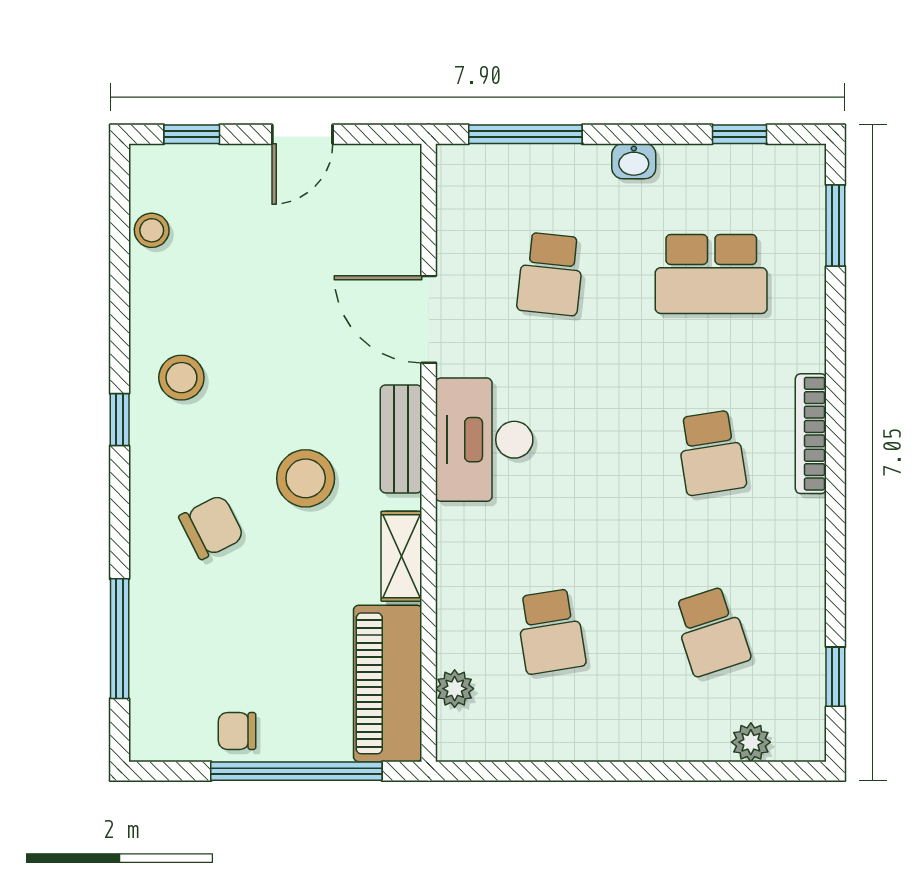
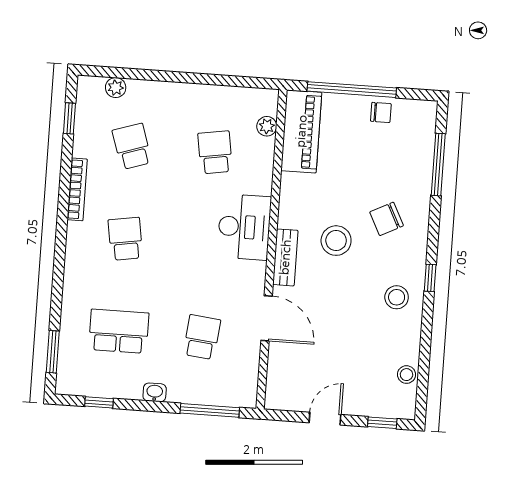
bookcase: (811, 434) -> (77, 189), moved
desk: (484, 440) -> (244, 227), moved
shelving: (401, 556) -> (289, 197), removed

